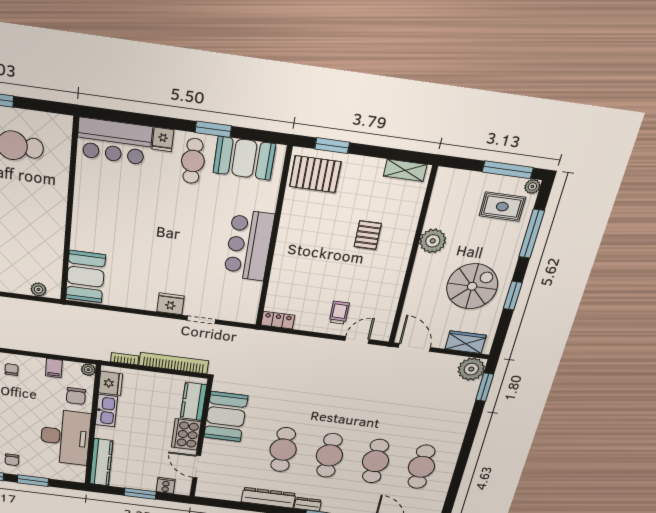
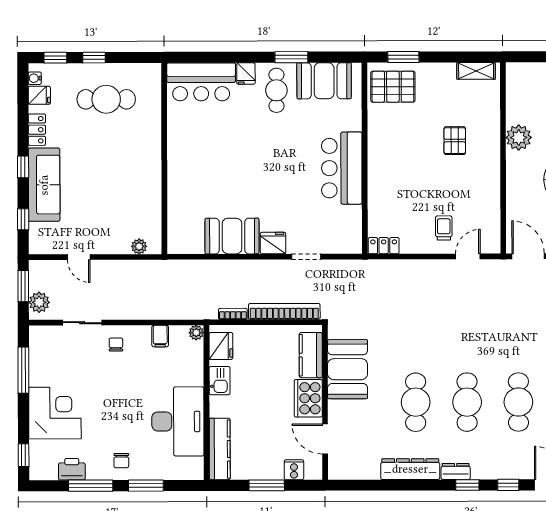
booth: (86, 277) -> (232, 236), moved, turned 90
chair: (76, 396) -> (186, 367), removed
kitchen sink: (106, 411) -> (220, 381), width x0.73

